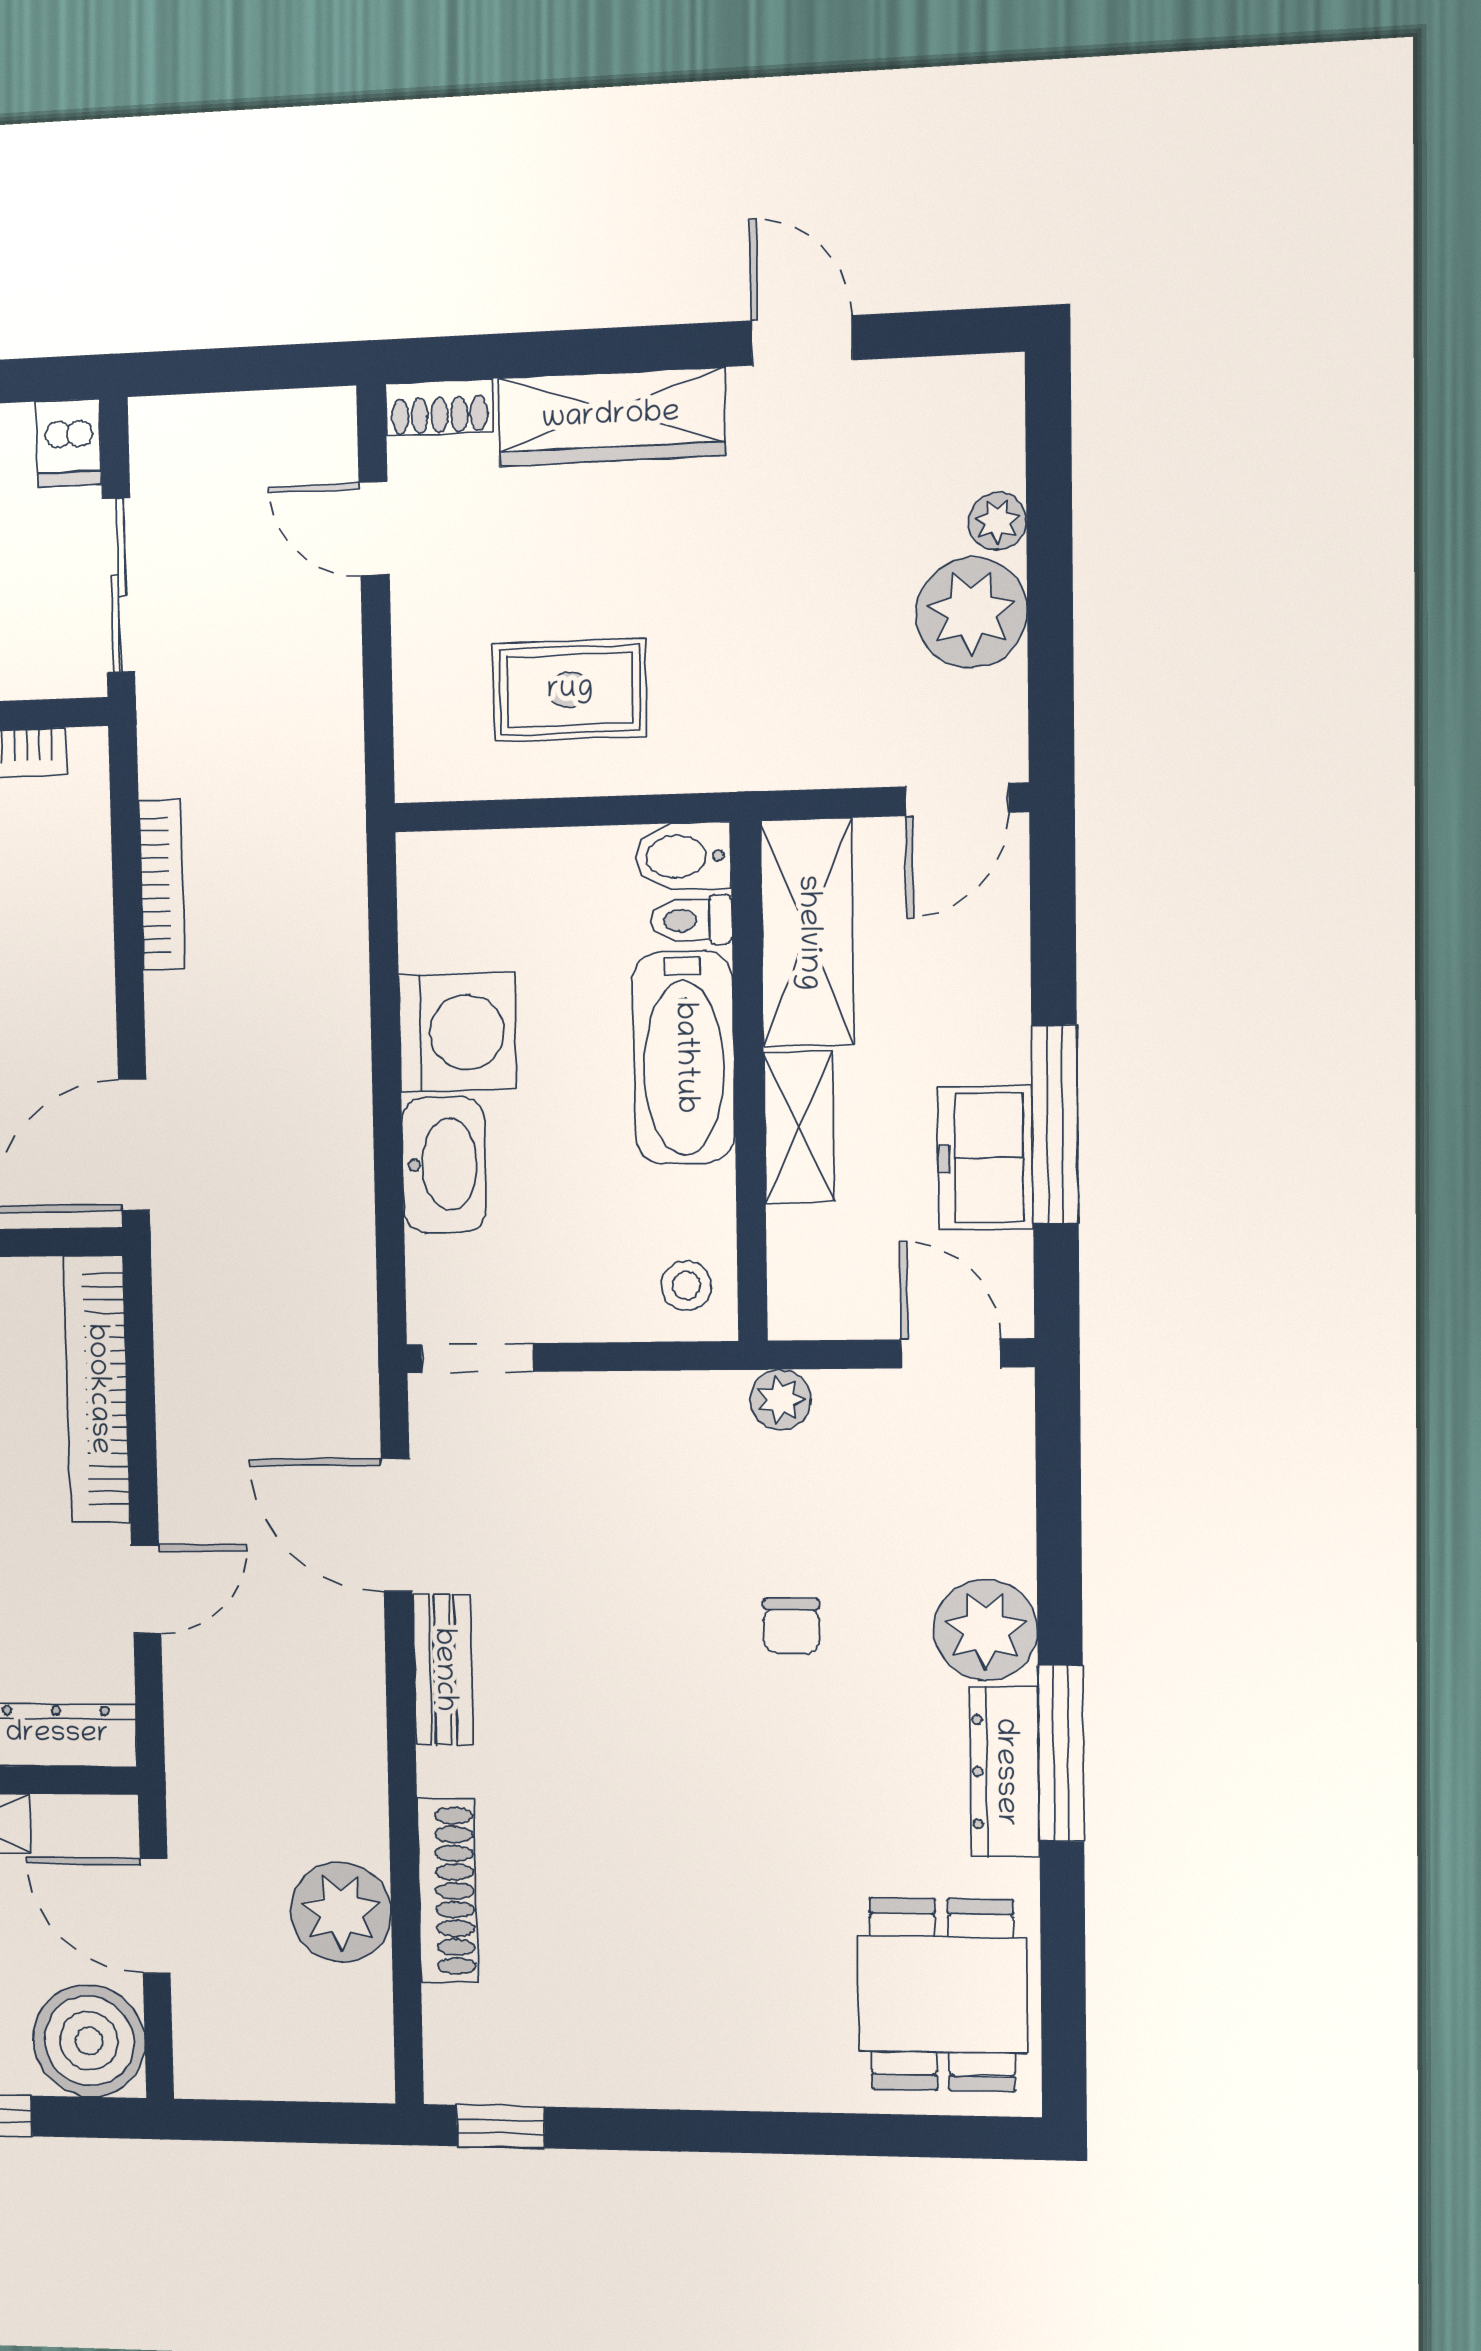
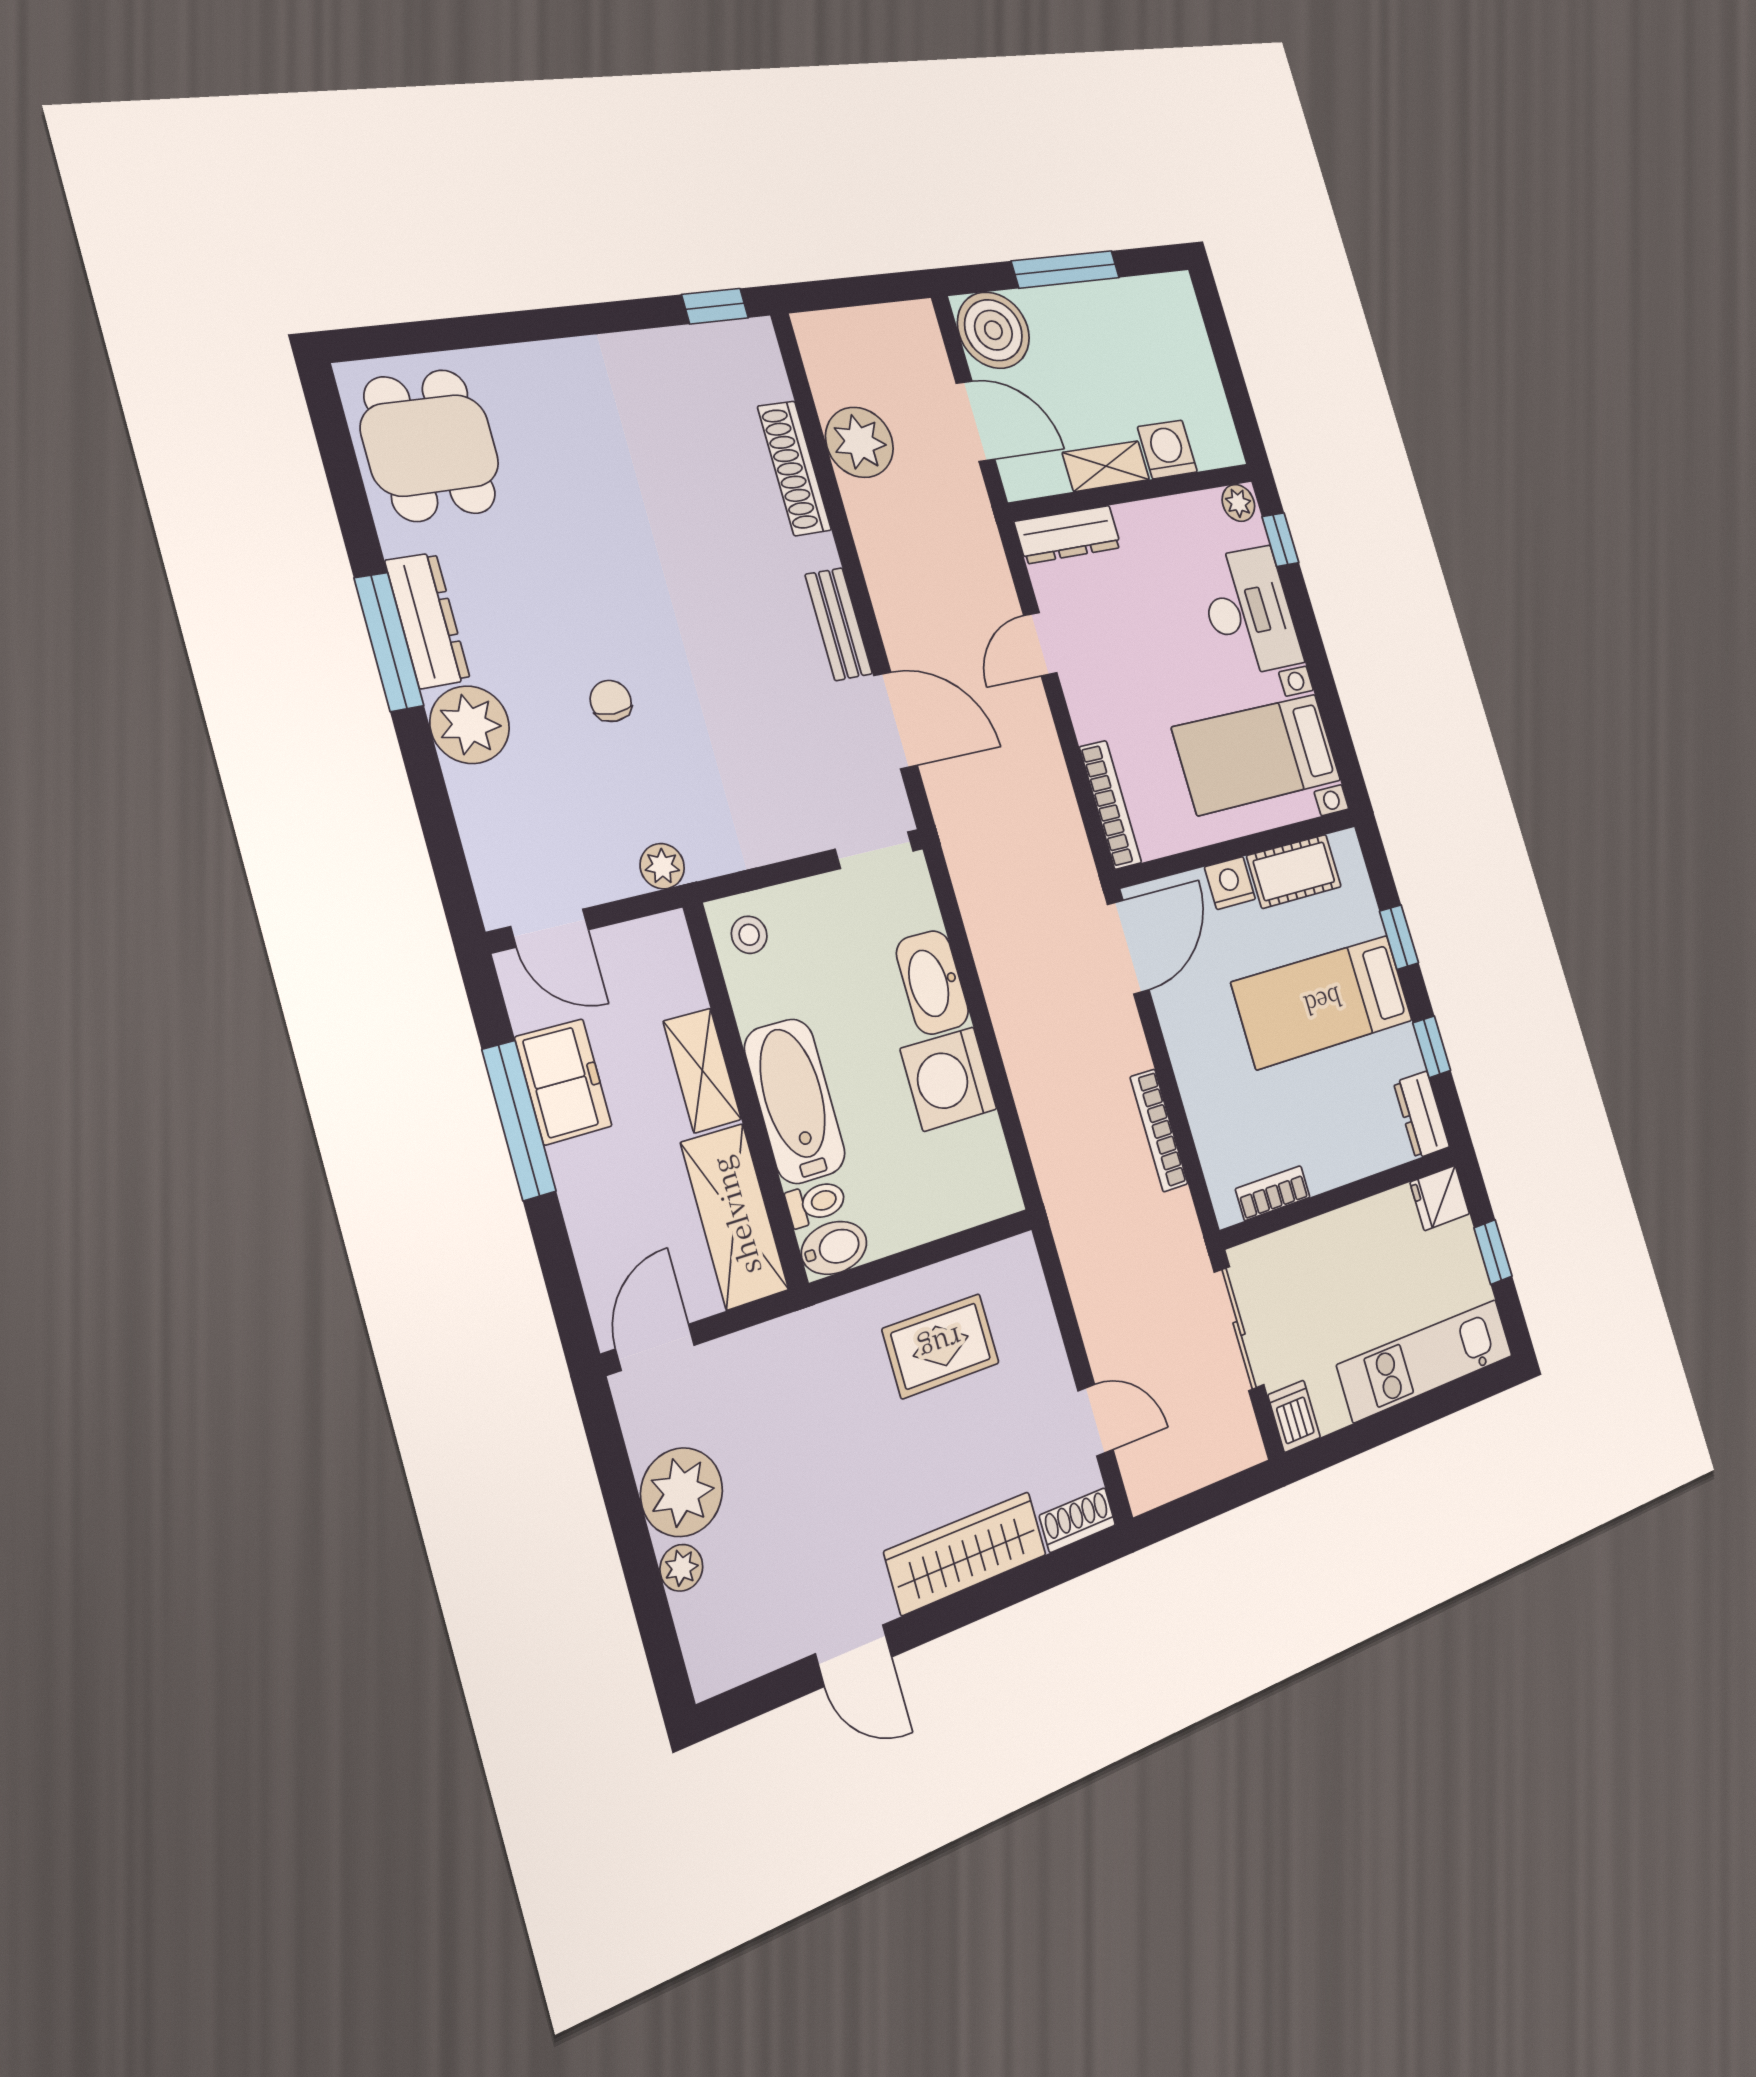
bookcase: (97, 1389) -> (1110, 805), width x0.68, depth x0.76

